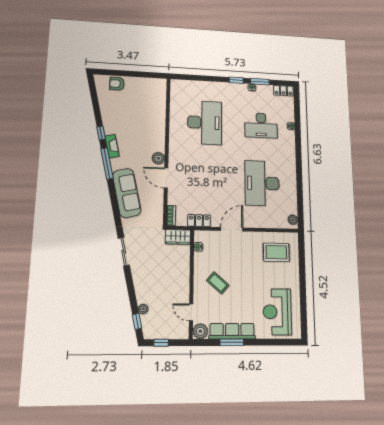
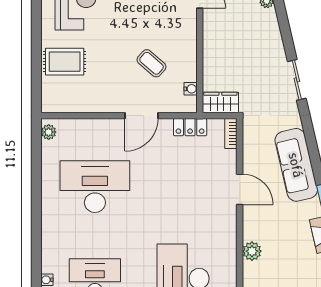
plant: (158, 158) -> (252, 251), moved
desk: (262, 183) -> (95, 187), turned -90
rug: (276, 252) -> (65, 62), moved
coffee table: (218, 283) -> (152, 63), moved

